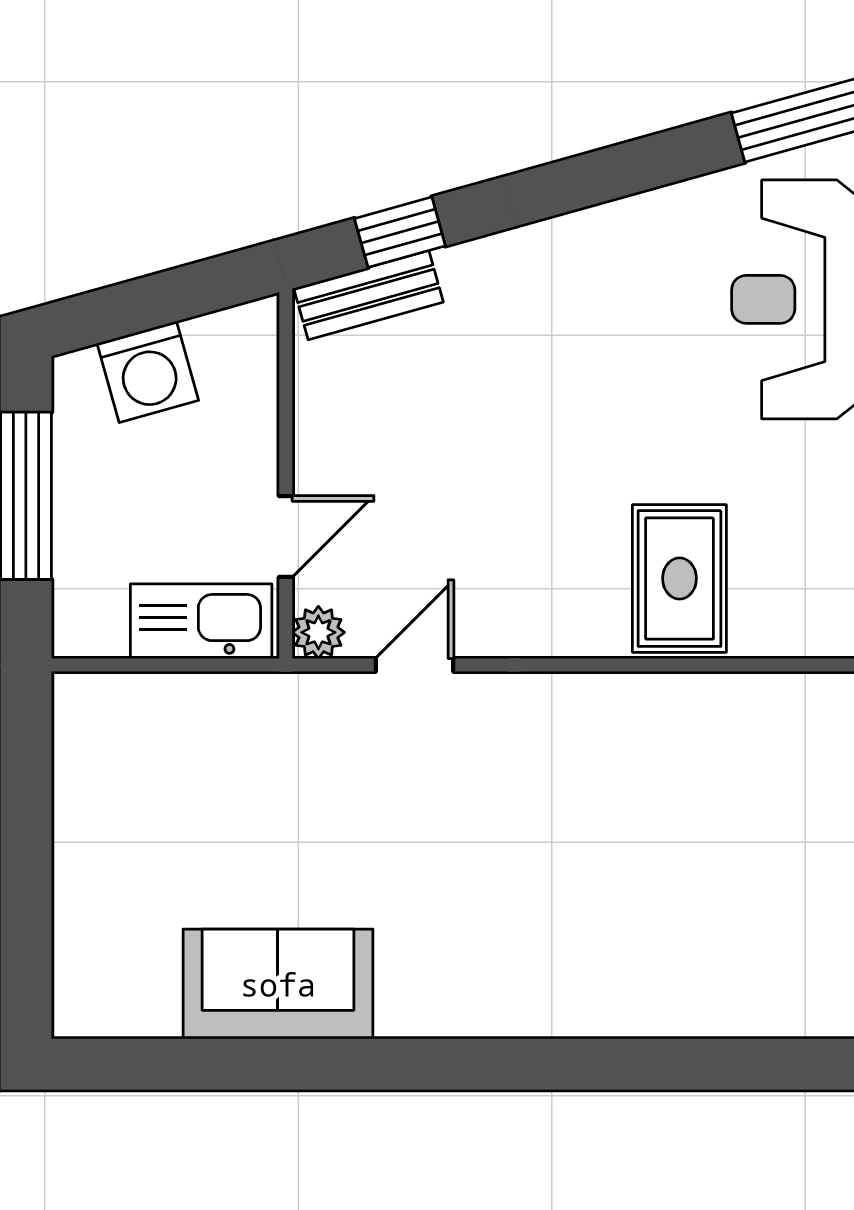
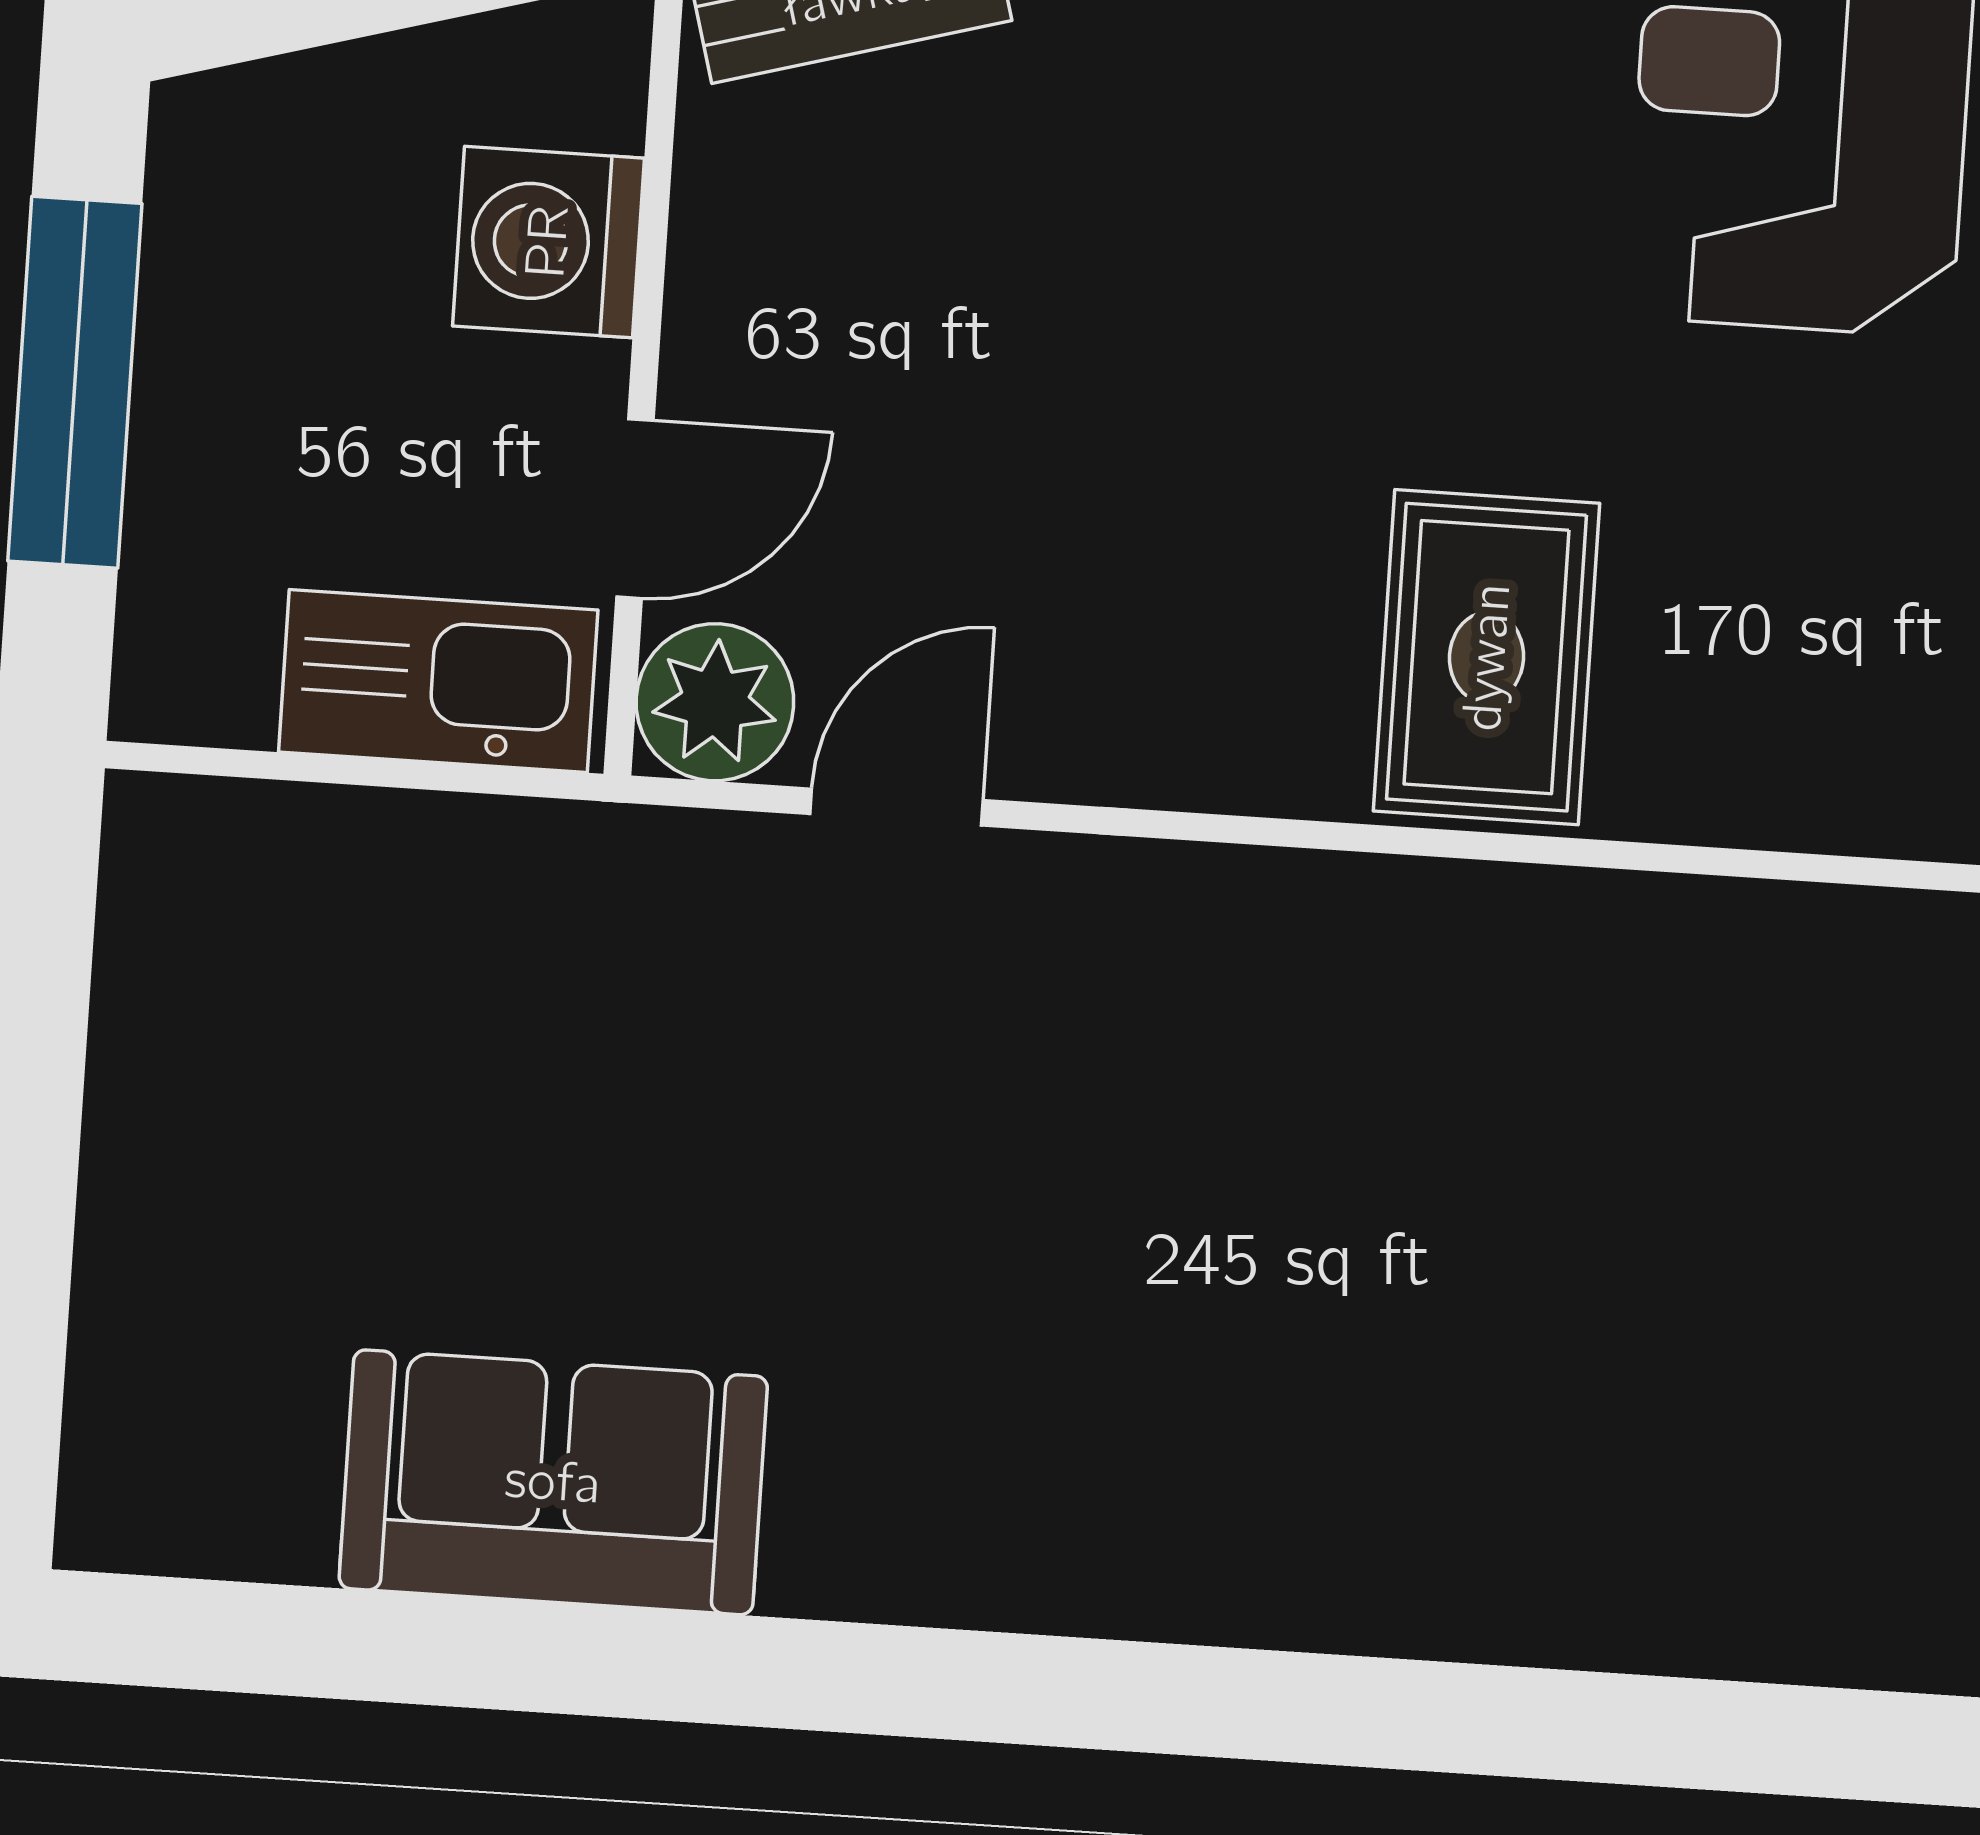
washing machine: (148, 372) -> (548, 242), moved, turned 106
plant: (318, 632) -> (715, 702), width x1.38, depth x1.38

